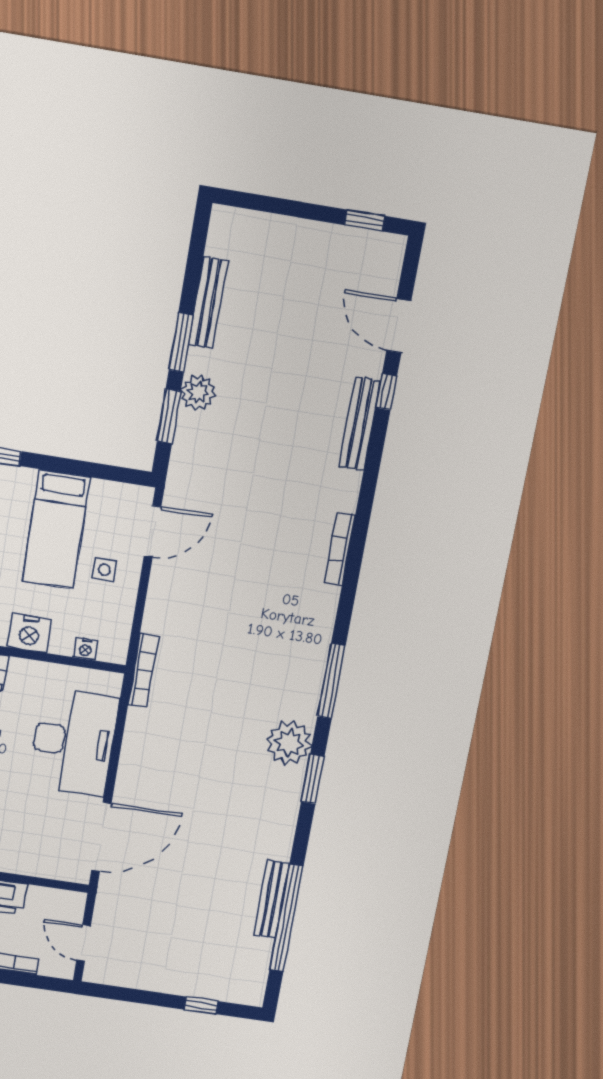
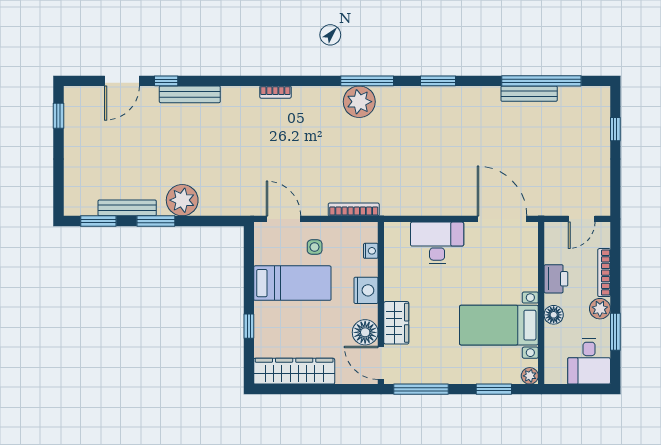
plant: (198, 392) -> (182, 200), width x1.36, depth x1.36
window: (169, 416) -> (98, 221), moved
bookcase: (340, 549) -> (275, 92), width x0.64
bookcase: (143, 670) -> (354, 209), moved
desk: (73, 742) -> (437, 243), width x0.73, depth x0.77
plant: (289, 743) -> (359, 102), moved

